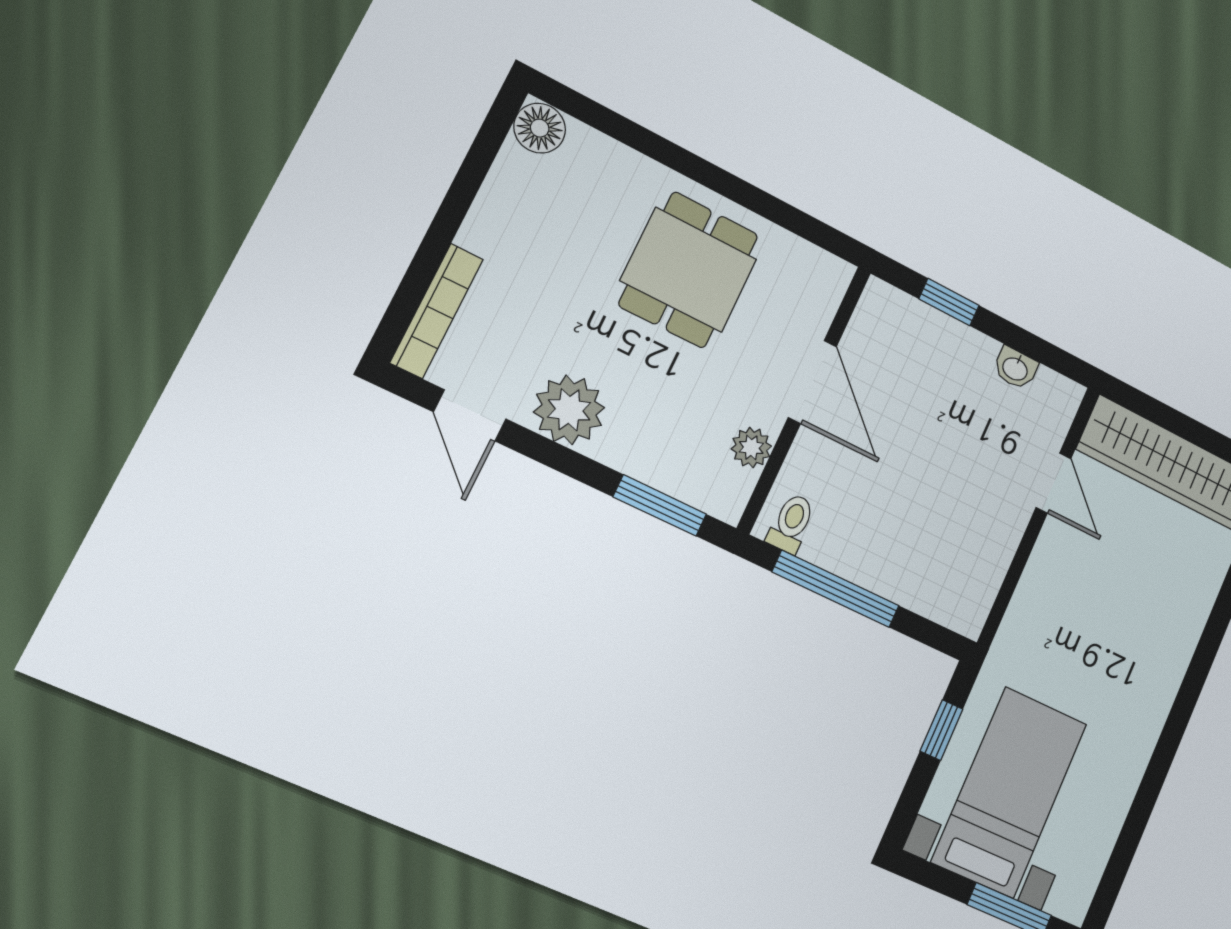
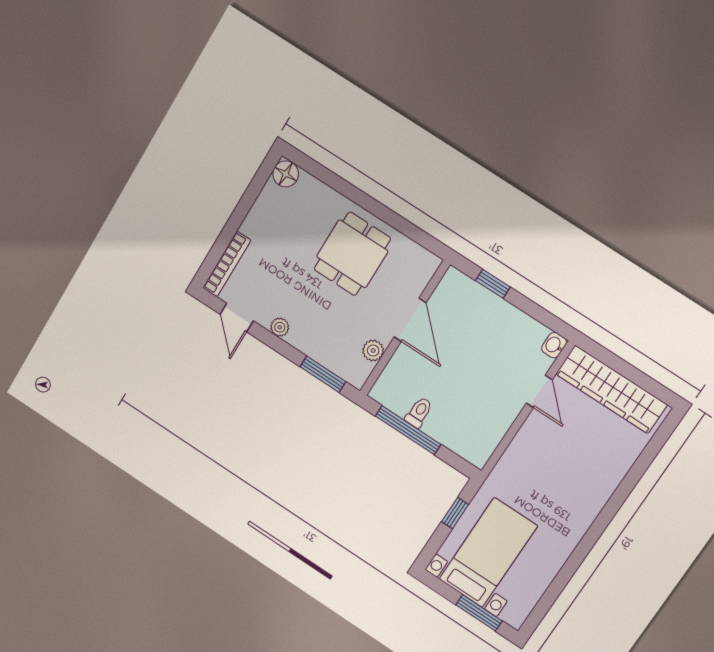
washbasin: (1015, 368) -> (554, 345), moved, turned 90
plant: (569, 410) -> (280, 327), width x0.53, depth x0.53
toilet: (791, 523) -> (419, 412), moved

